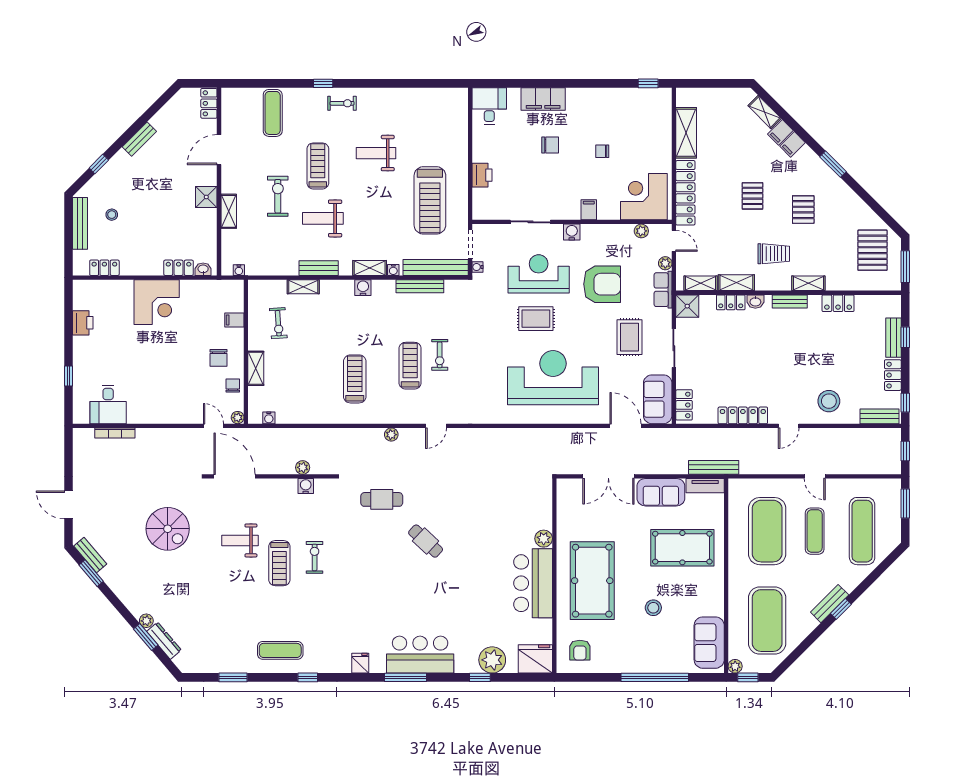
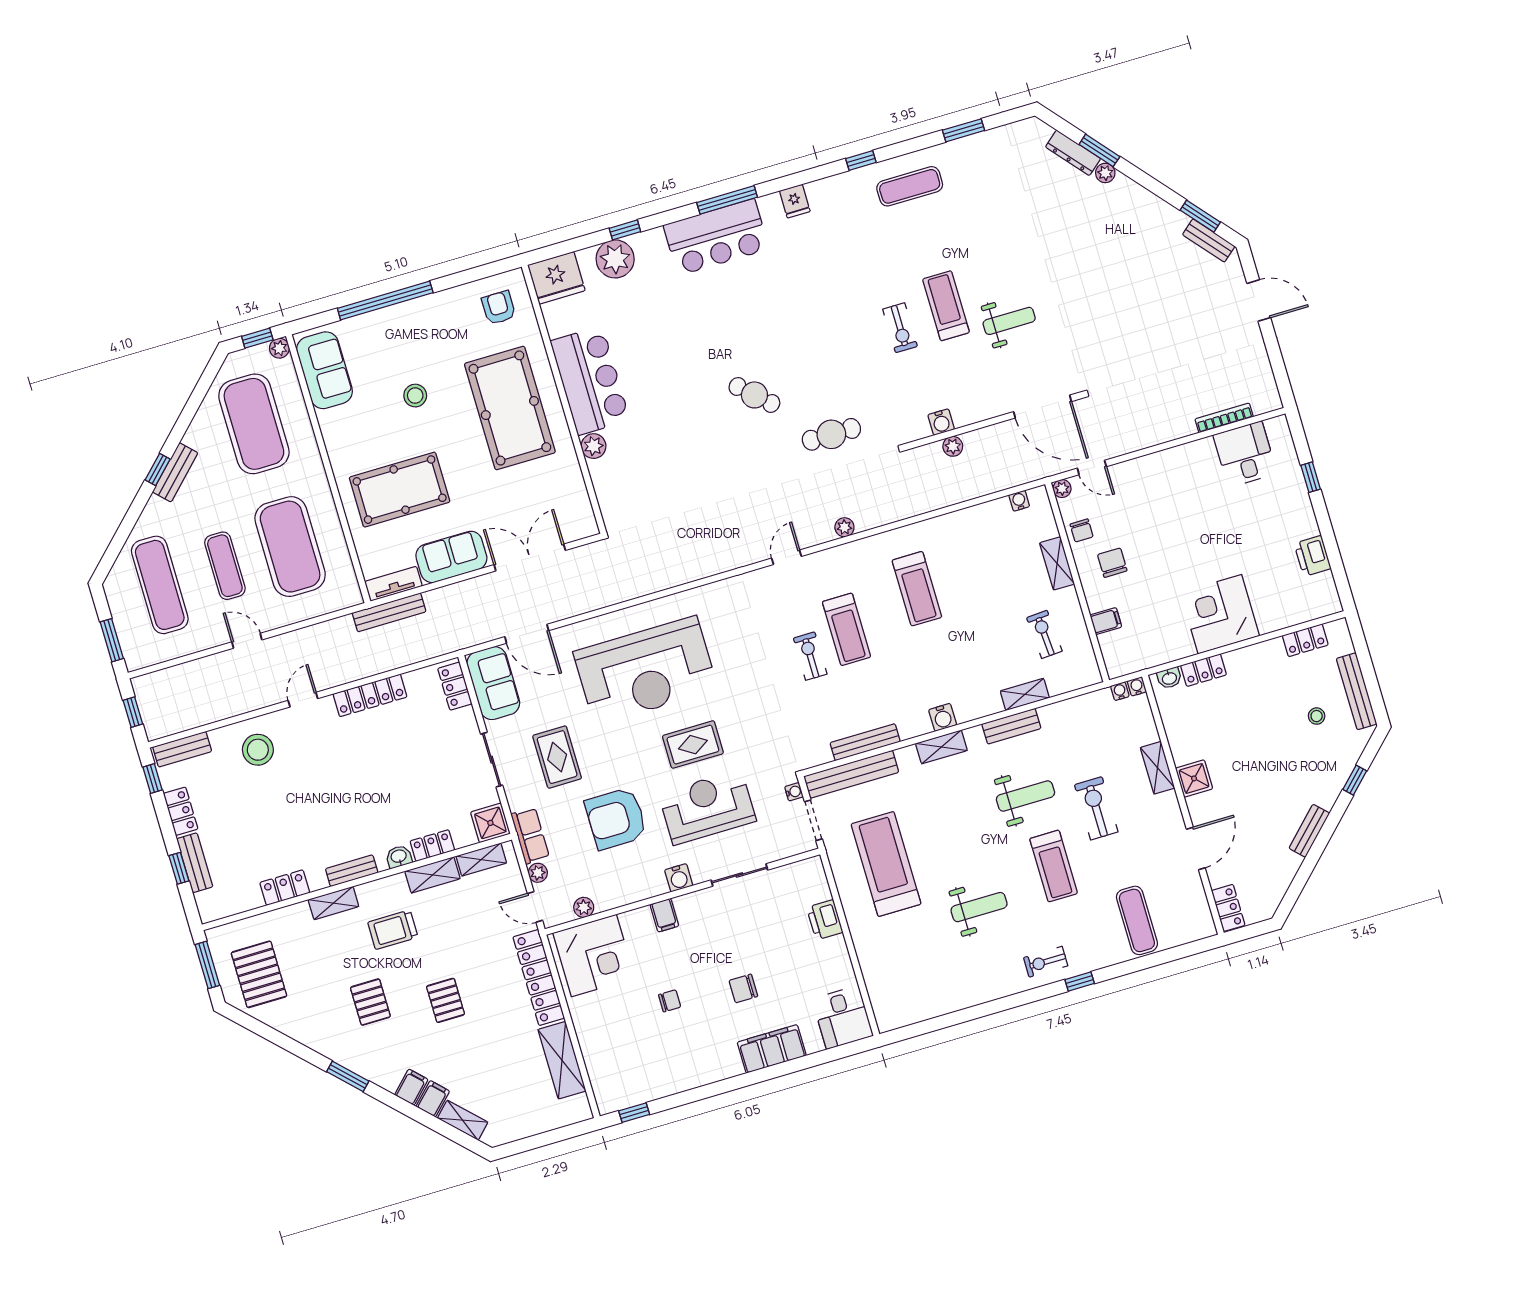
exercise bike: (278, 196) -> (1096, 808), turned 180
water cooler: (393, 270) -> (1137, 686), moved
reception desk: (539, 274) -> (707, 807), turned 180
spiral stairs: (168, 529) -> (1113, 308), removed

